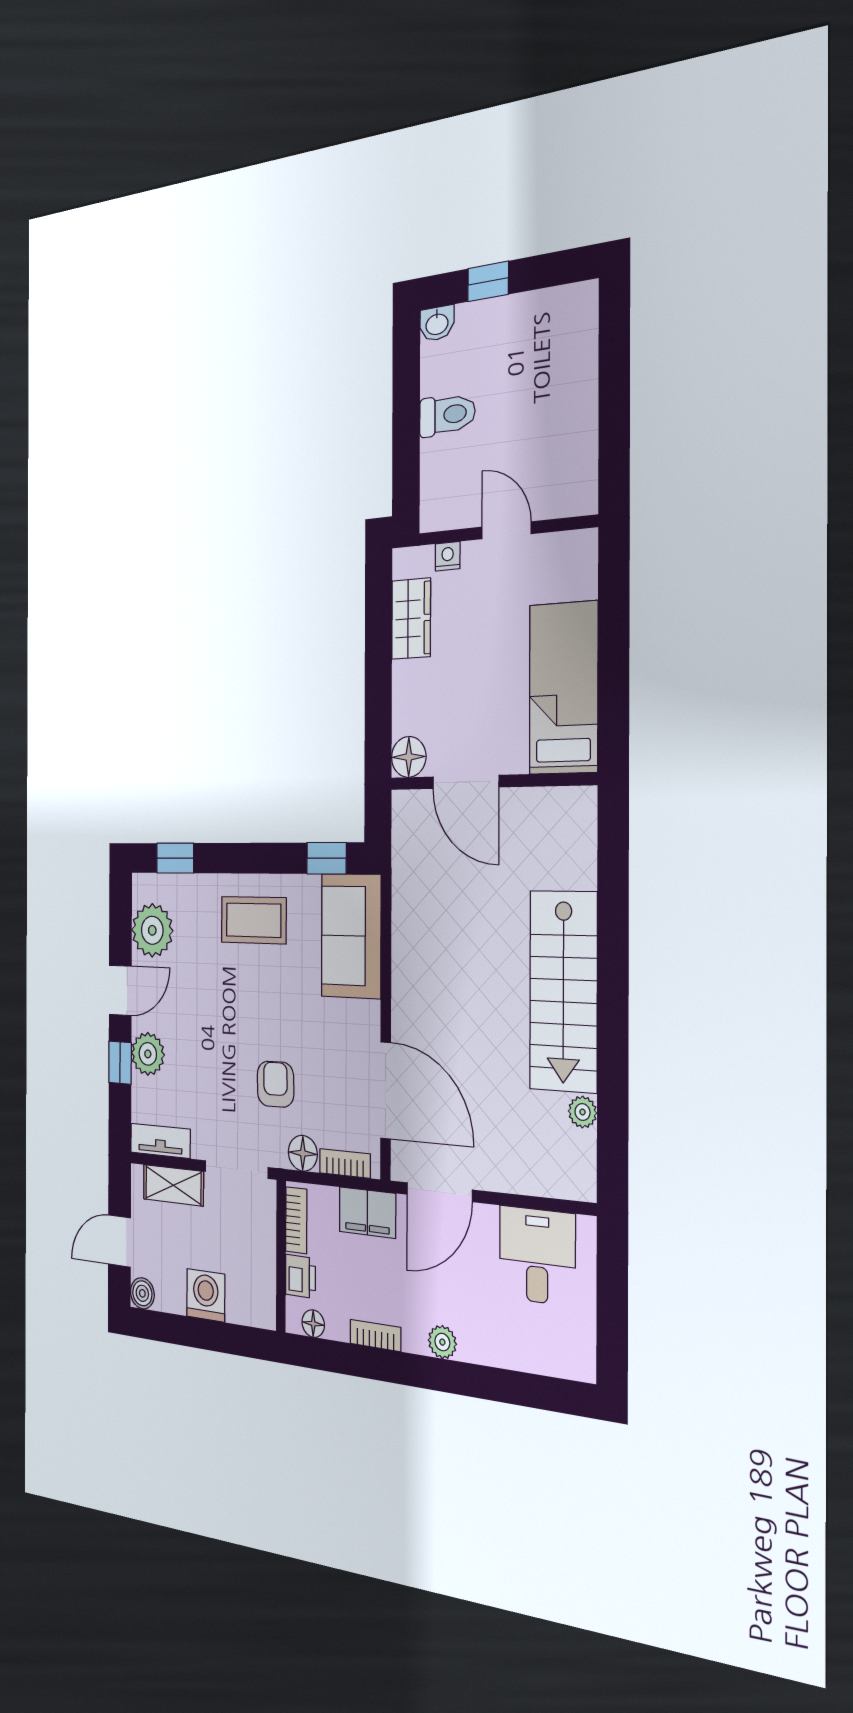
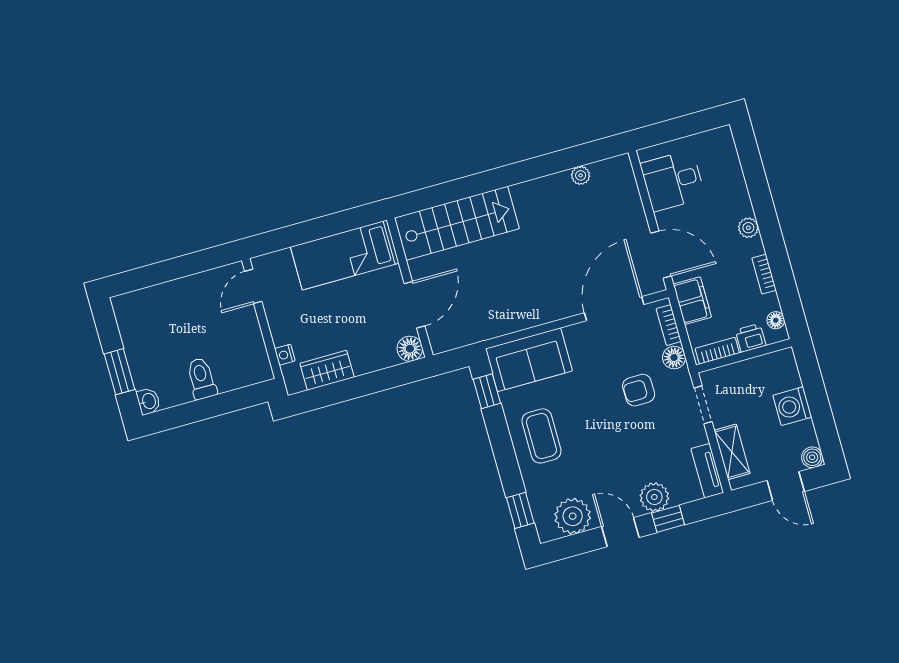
window: (488, 281) -> (120, 372), width x1.50
door: (506, 530) -> (253, 286), moved
stairs: (563, 991) -> (457, 223), moved
doorway: (236, 1169) -> (703, 405), width x0.73

